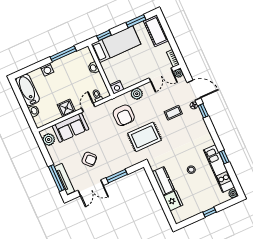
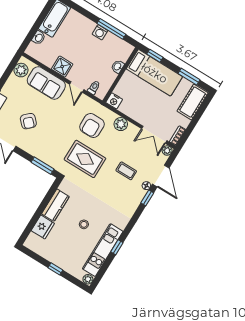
washing machine: (47, 70) -> (100, 32), moved
door: (88, 108) -> (77, 87), swing flipped
window: (117, 176) -> (42, 166), moved

